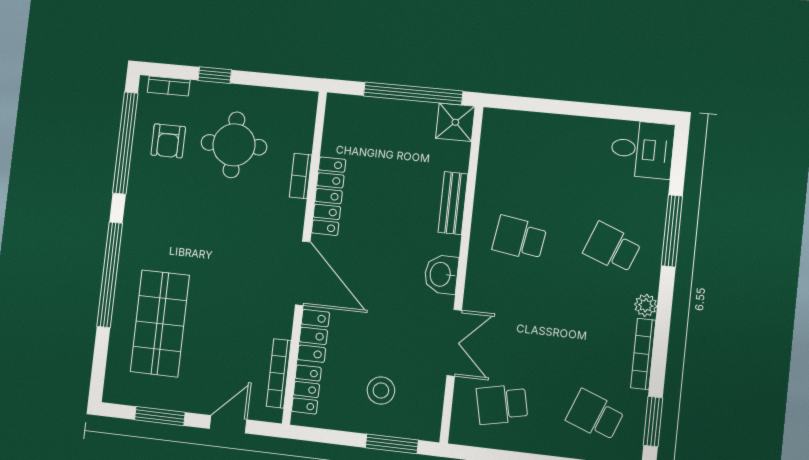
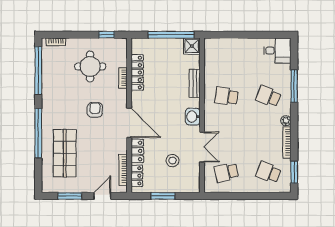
window: (215, 75) -> (107, 35), moved
armchair: (168, 141) -> (95, 110), moved, turned 180
locker: (329, 196) -> (137, 72), moved
stool: (381, 390) -> (173, 161), moved
window: (392, 444) -> (163, 196), moved

